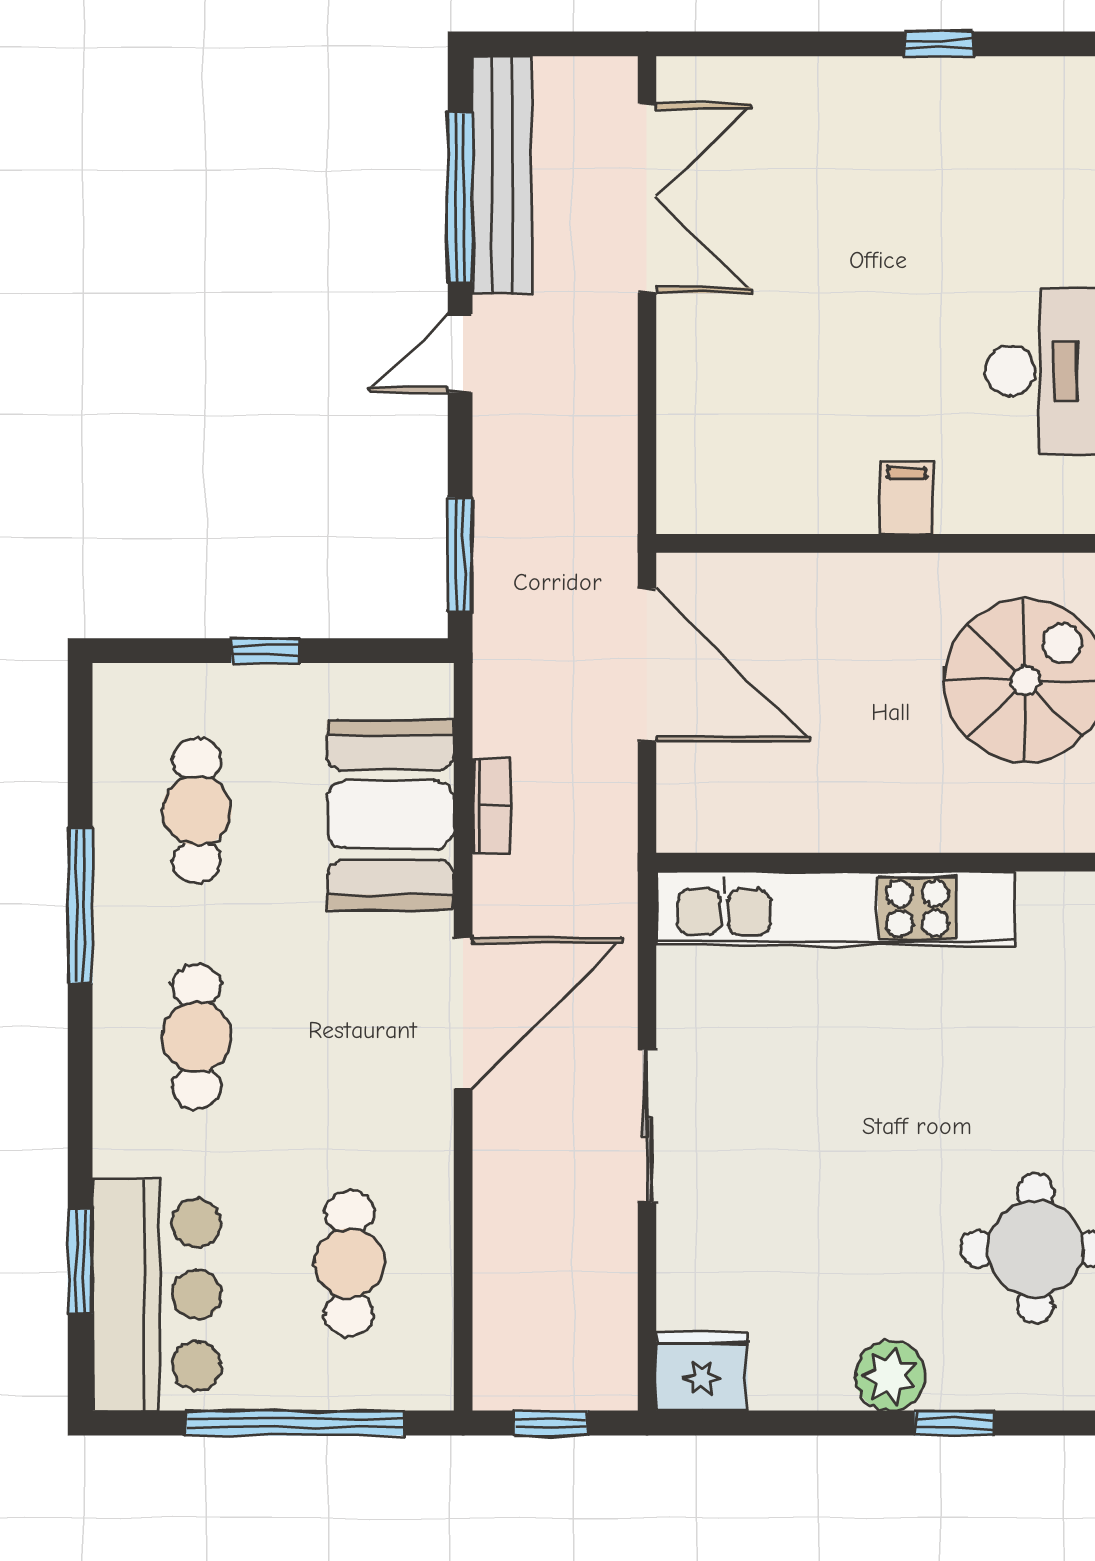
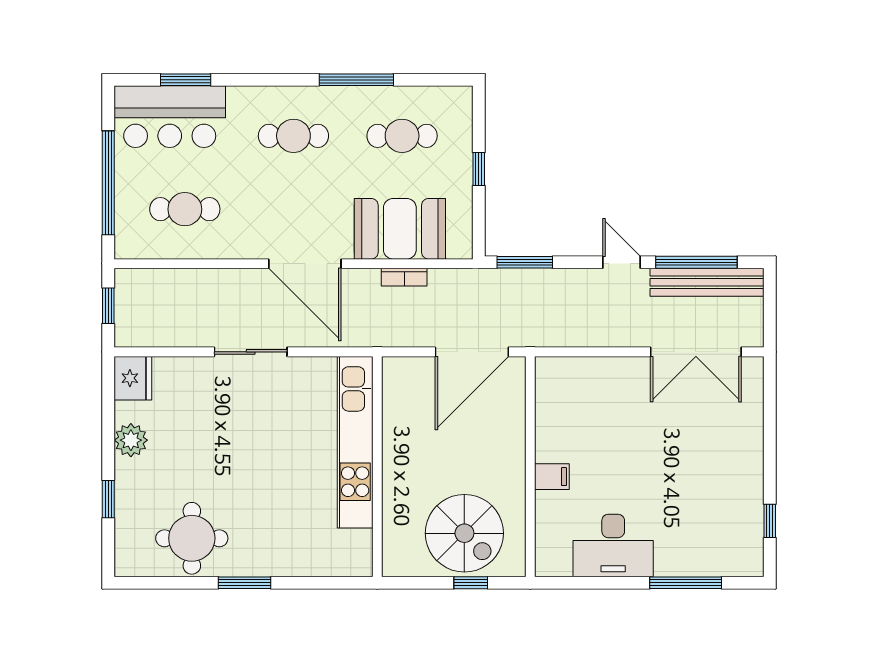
window: (939, 44) -> (770, 521), moved
plant: (890, 1376) -> (131, 440), moved

